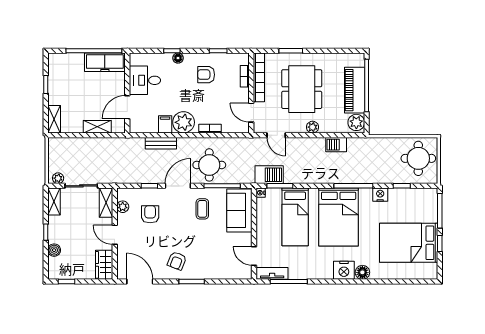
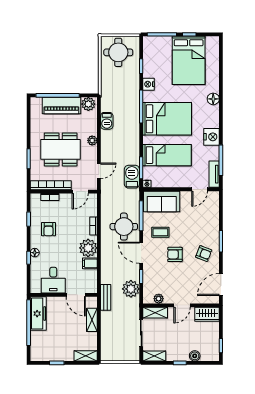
bench: (161, 143) -> (106, 297), moved
plant: (58, 178) -> (131, 289), moved, width x1.88, depth x1.88
armchair: (150, 214) -> (175, 254), moved
nightstand: (344, 270) -> (212, 137), moved

